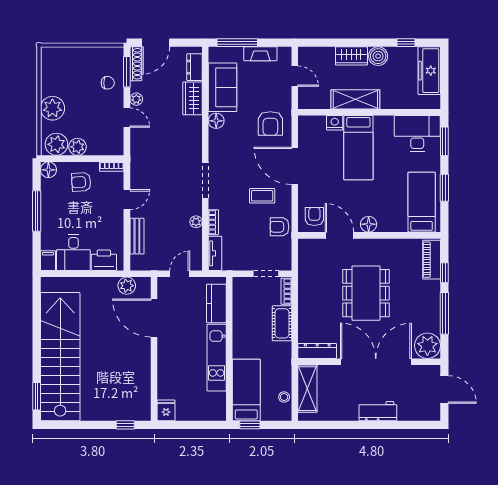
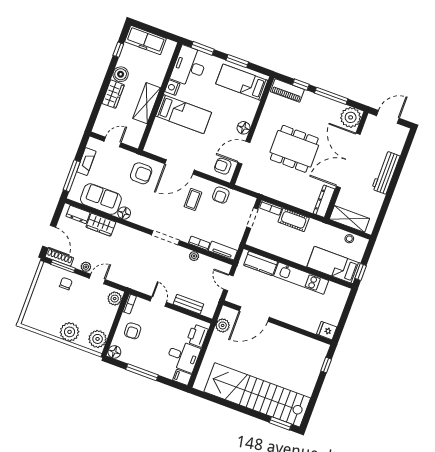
nightstand: (335, 123) -> (172, 88), moved
plant: (77, 147) -> (115, 299), moved
workbench: (378, 411) -> (386, 173), width x1.38

